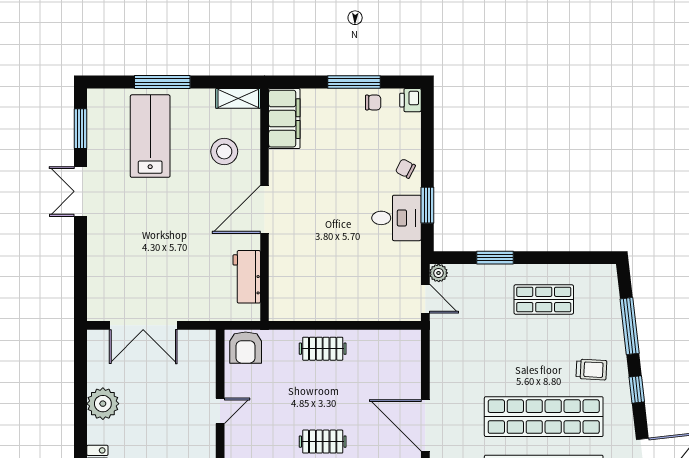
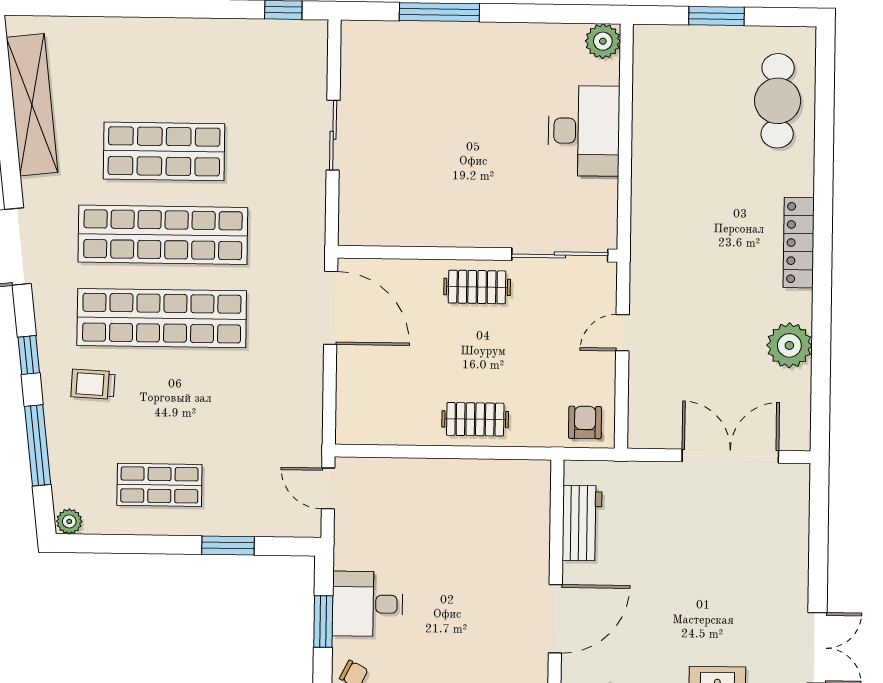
plant: (439, 273) -> (69, 521), moved
armchair: (246, 348) -> (585, 422), width x0.72, depth x0.72

